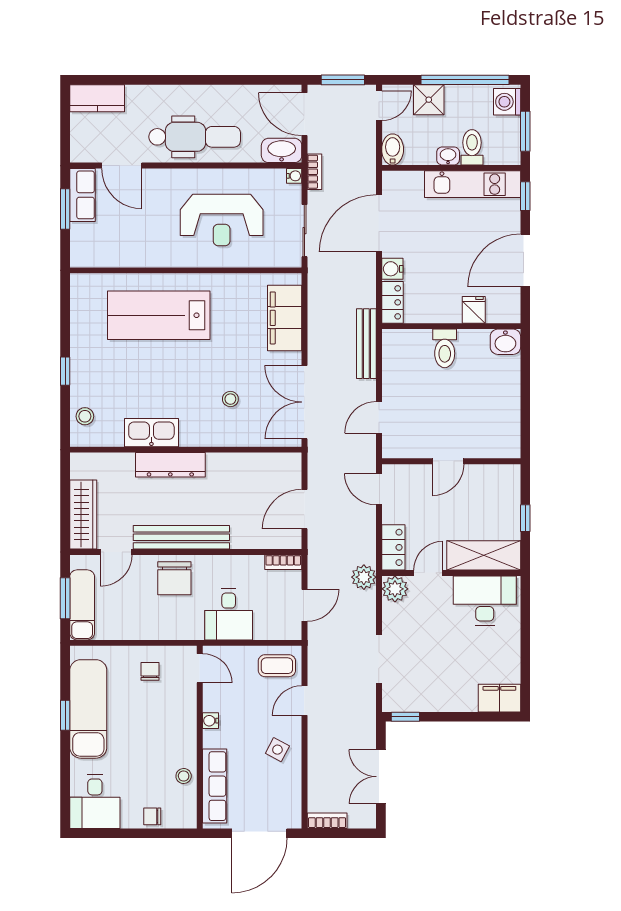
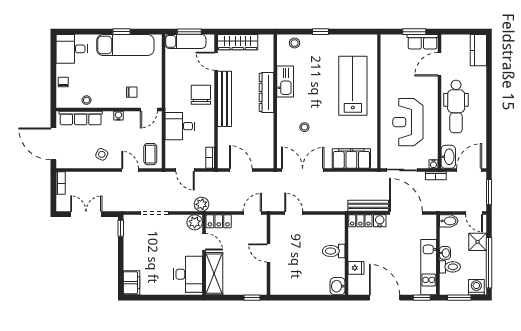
bench: (366, 344) -> (368, 206), moved
window: (525, 518) -> (252, 298), moved
chair: (174, 578) -> (201, 95), turned 90
chair: (150, 671) -> (132, 92), moved

